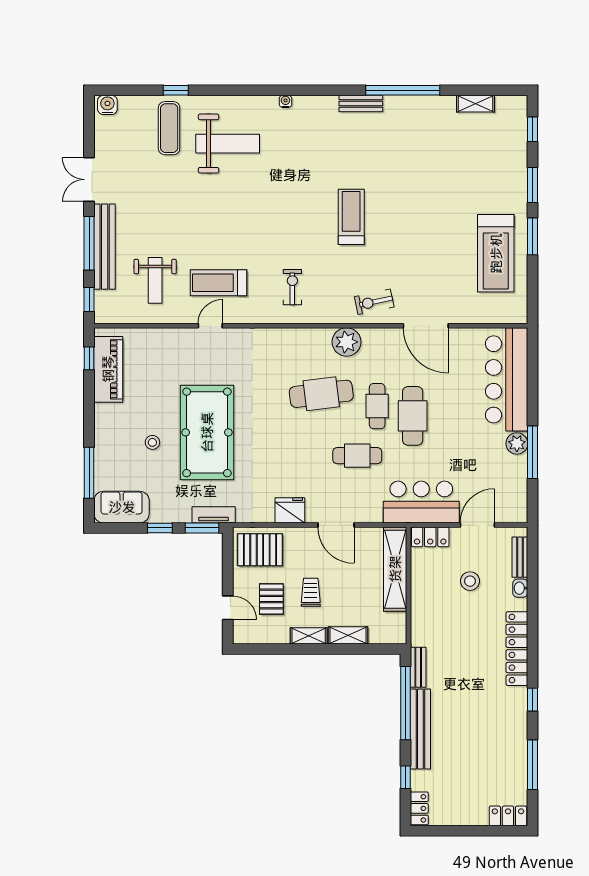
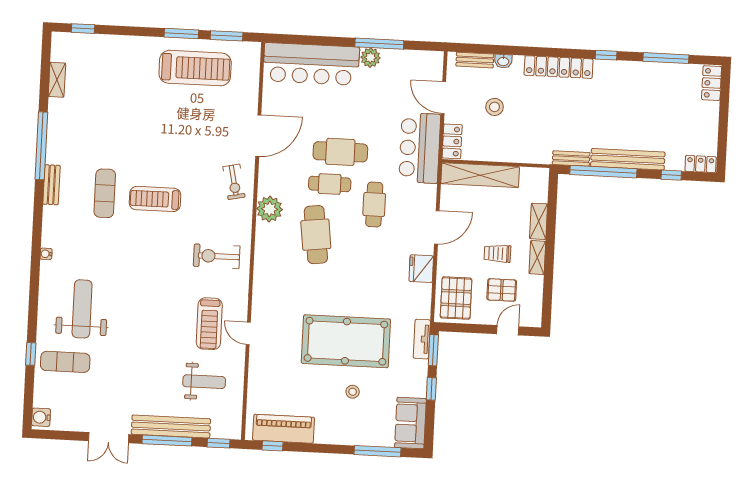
exercise mat: (355, 162) -> (105, 193), added
window: (533, 185) -> (227, 36), moved
exercise bike: (292, 287) -> (217, 256), width x1.38, depth x1.39

